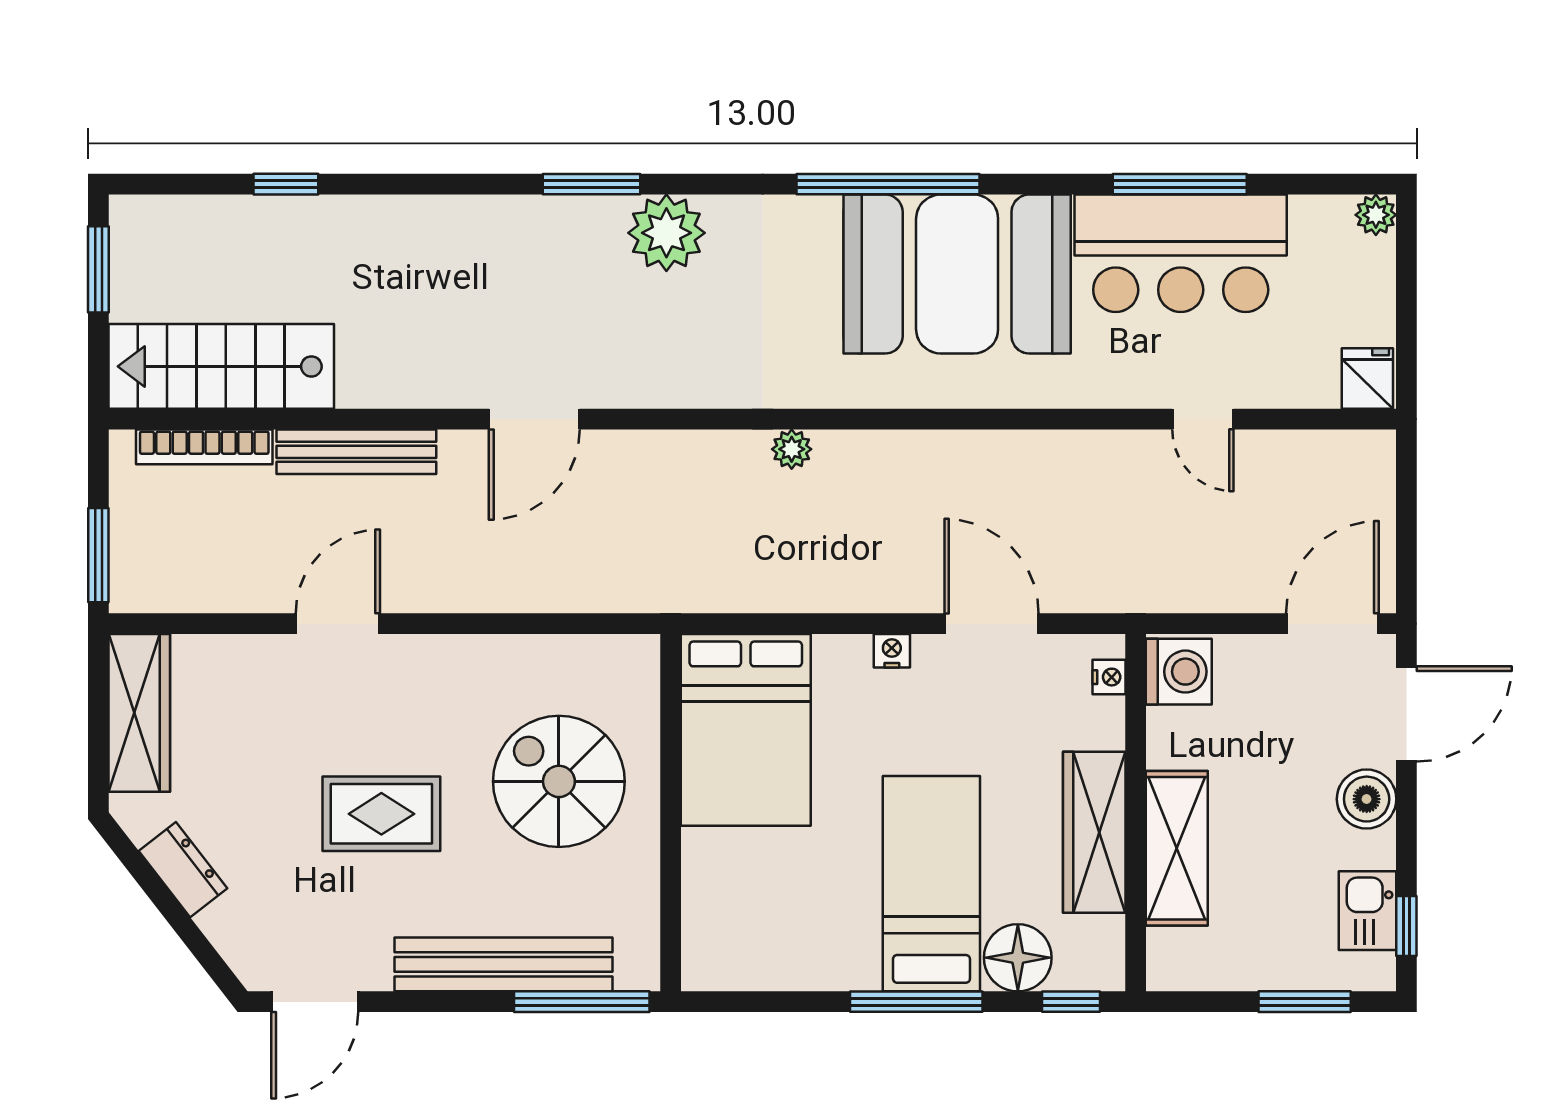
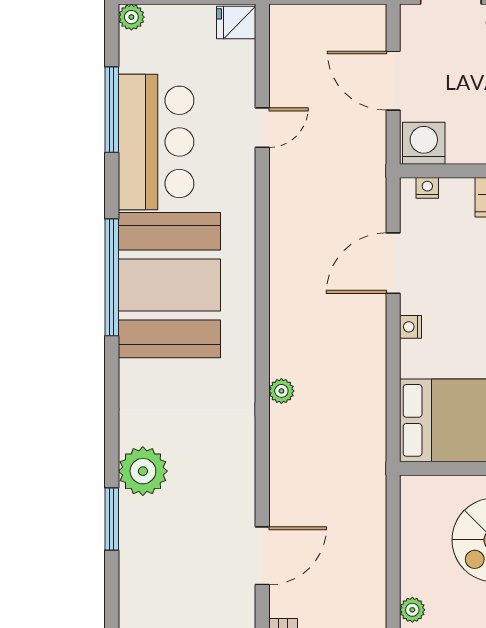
window: (888, 184) -> (112, 277), moved
window: (1180, 184) -> (112, 110), moved
door: (534, 419) -> (262, 556), hinge flipped
door: (1332, 624) -> (393, 81), moved
plant: (450, 654) -> (412, 610), added

